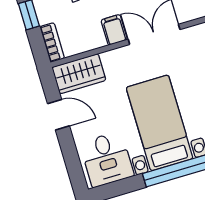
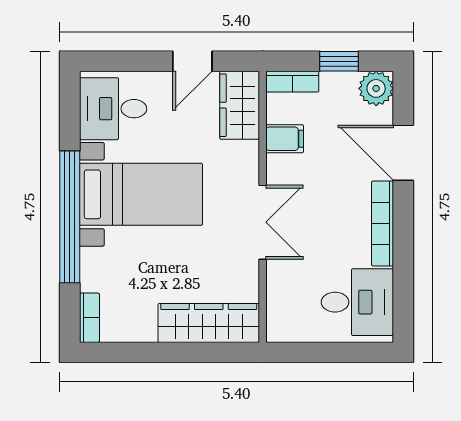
filing cabinet: (114, 30) -> (285, 139), moved

